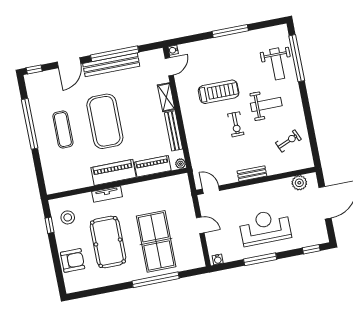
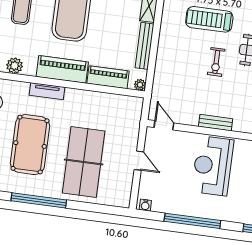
treadmill: (219, 92) -> (209, 19), turned 180
plant: (74, 182) -> (15, 66), added
reception desk: (265, 227) -> (213, 166), moved, turned -90
window: (260, 259) -> (192, 221), width x1.46
window: (156, 280) -> (39, 200), moved

